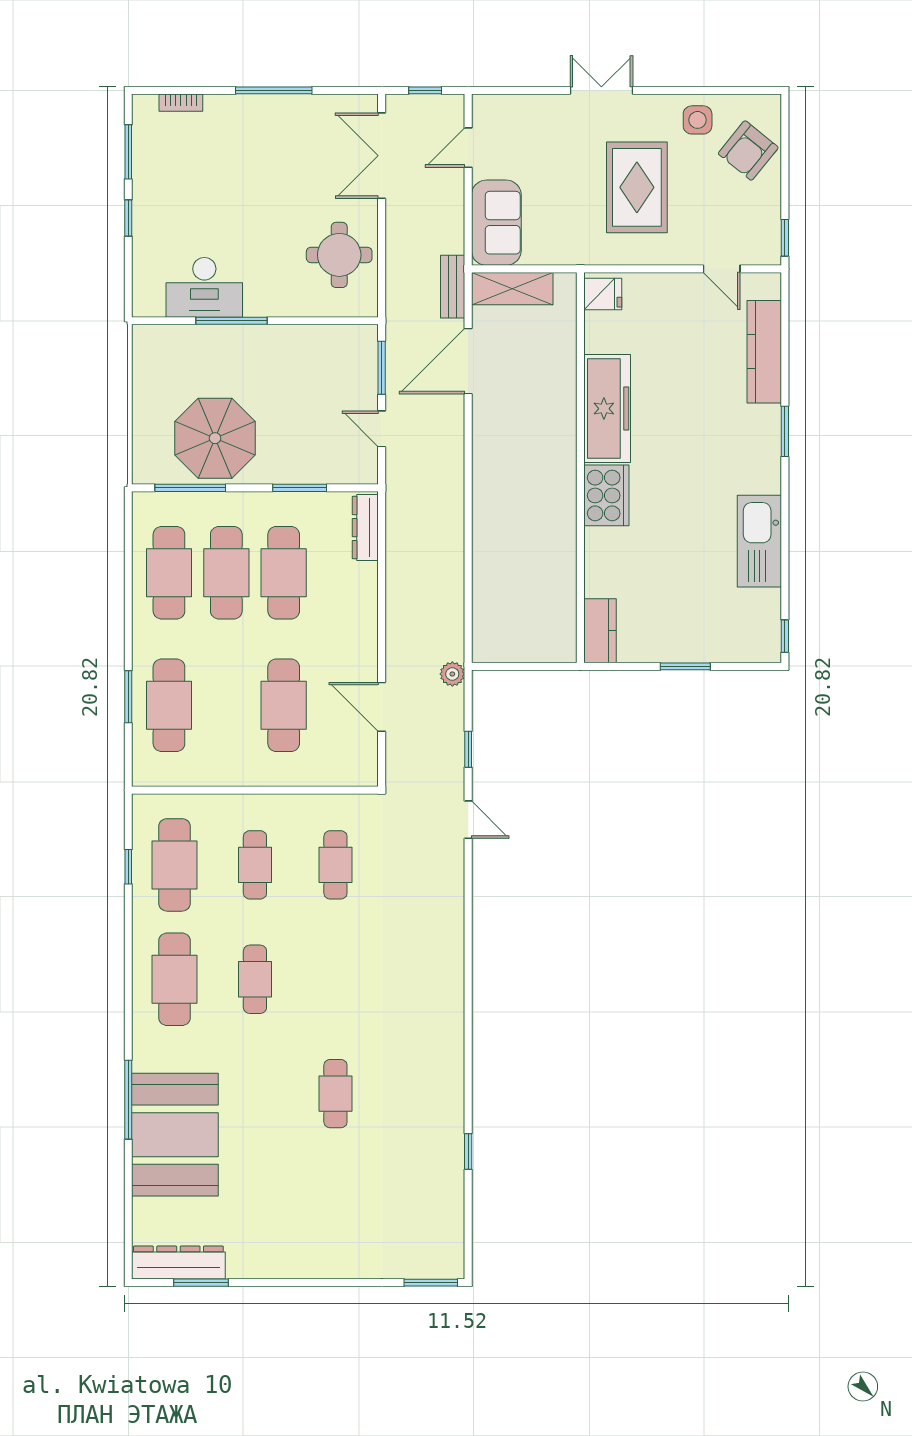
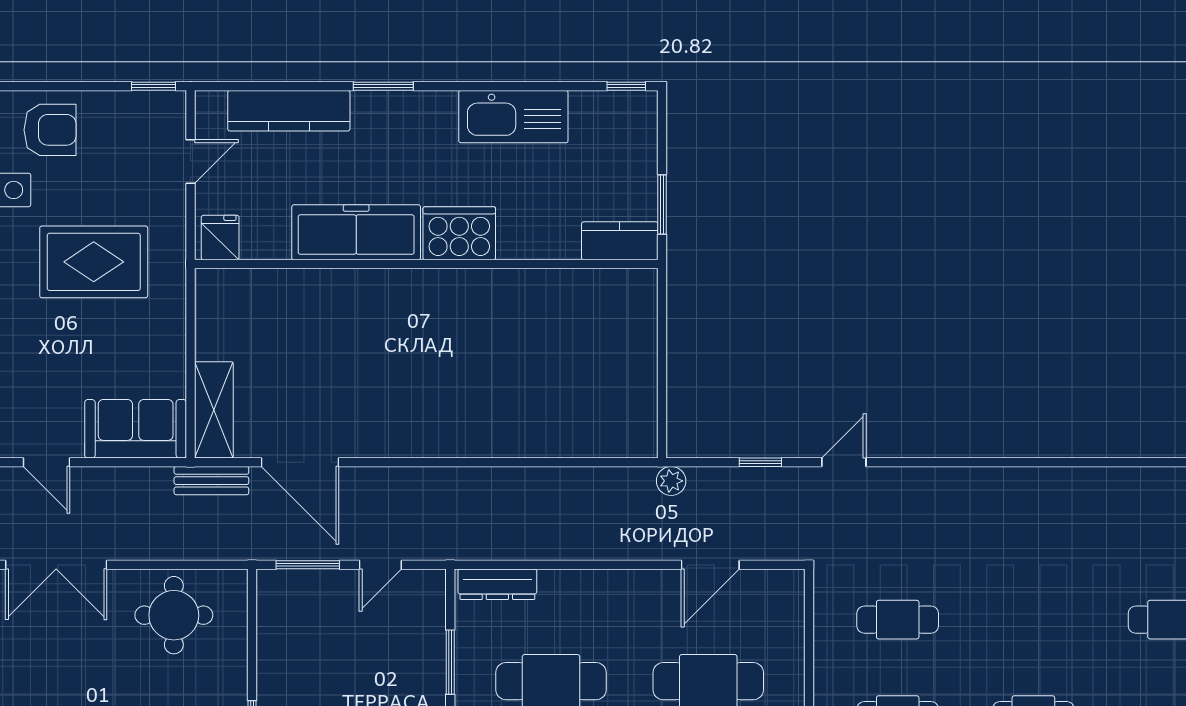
armchair: (748, 151) -> (50, 130), turned -39
fridge: (603, 294) -> (220, 238), moved
freezer: (607, 409) -> (356, 232), moved
wall: (580, 468) -> (426, 264), moved
cooker: (606, 495) -> (459, 233), moved
kitchen counter: (600, 631) -> (620, 241), moved

